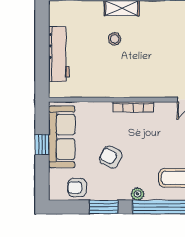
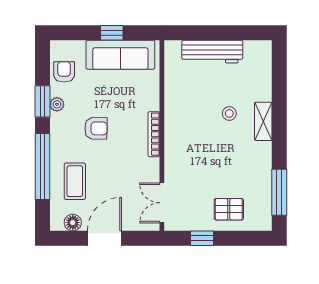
armchair: (111, 157) -> (96, 128), moved, turned 64
plant: (138, 194) -> (57, 104), moved

